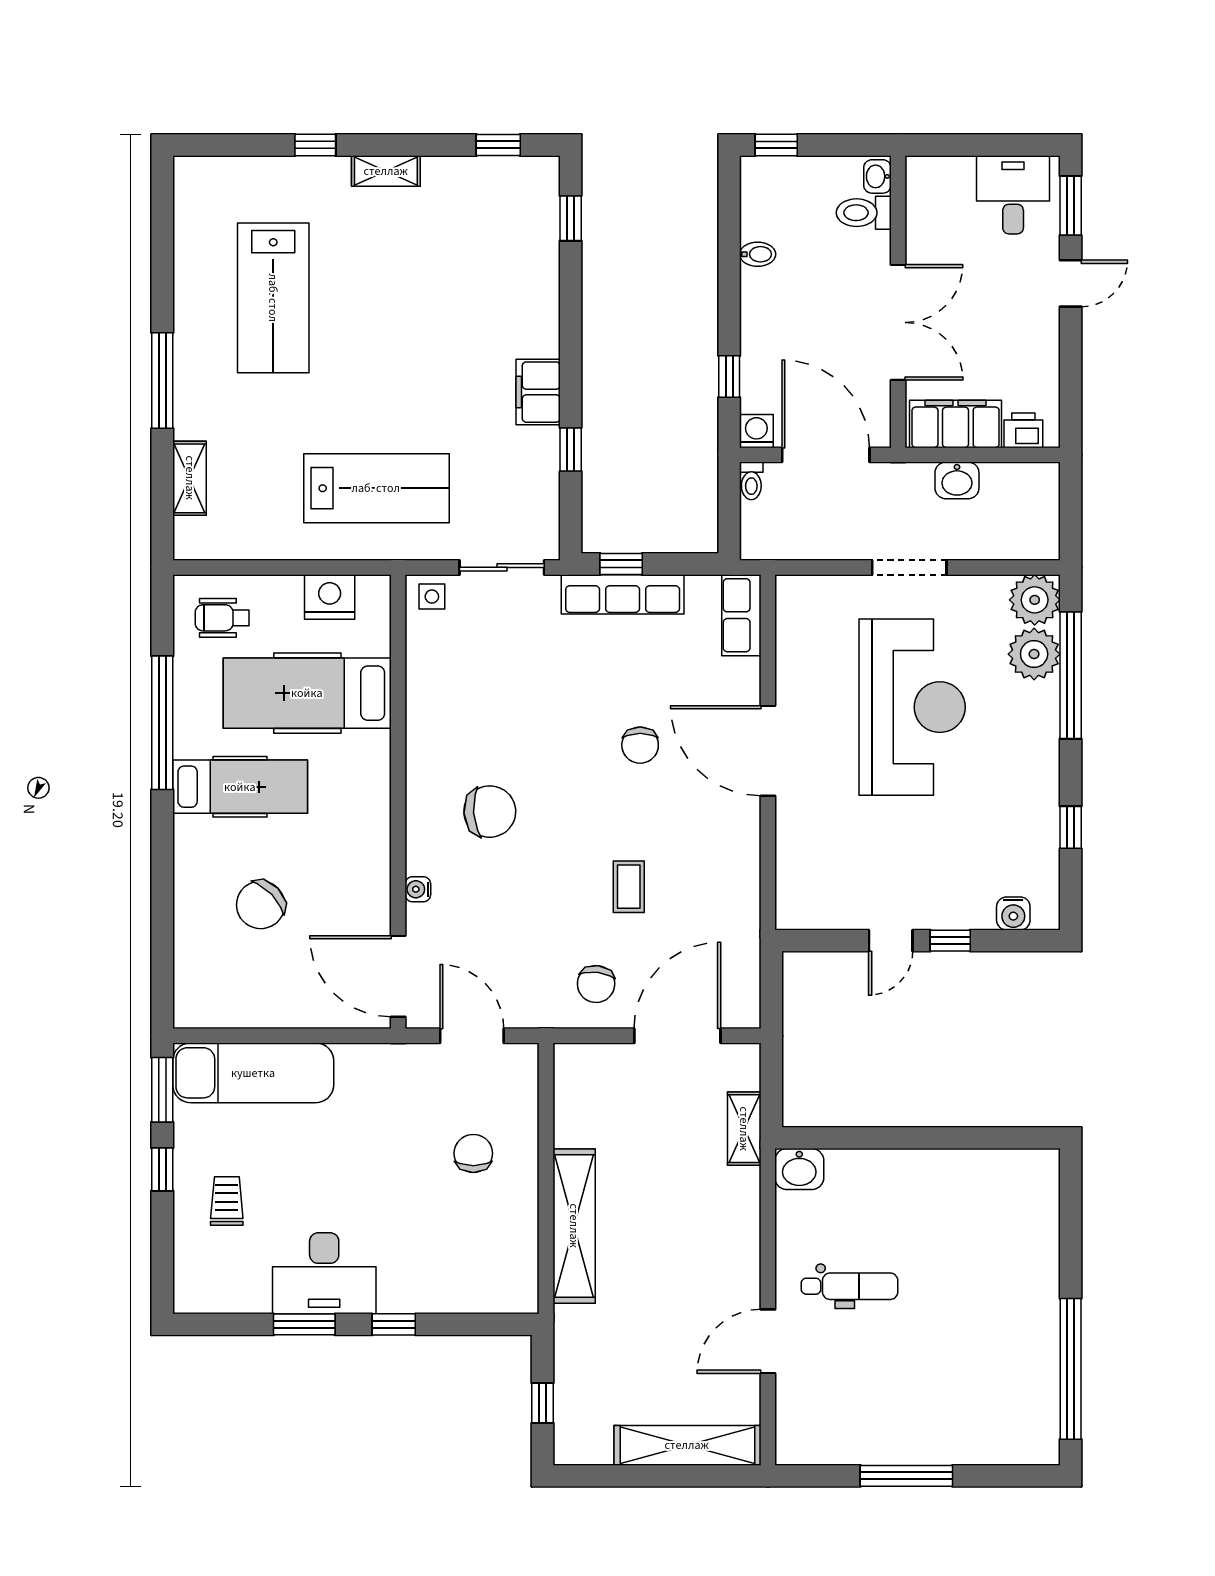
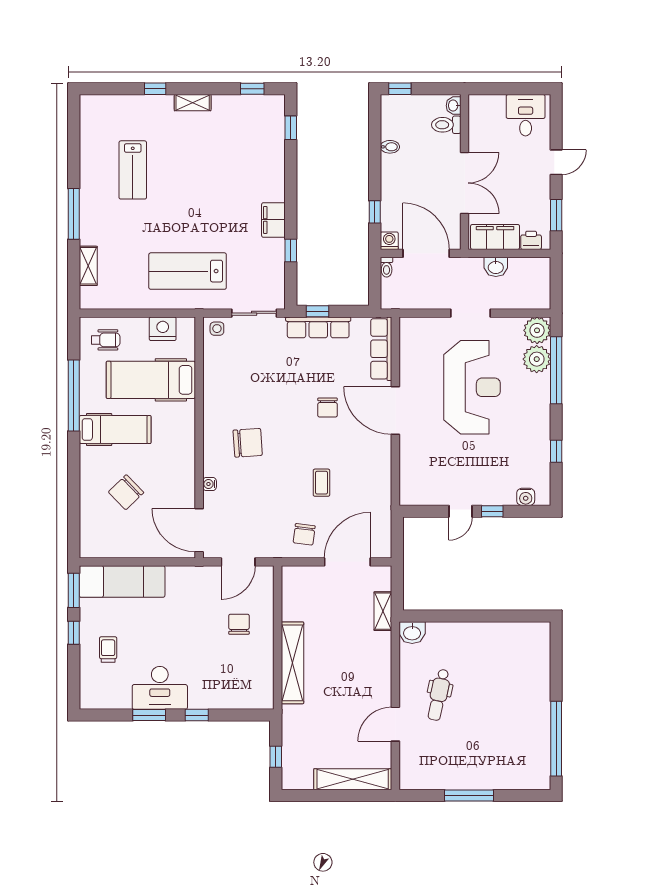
window: (1071, 206) -> (556, 215), moved
lab bench: (273, 298) -> (133, 170), width x0.73, depth x0.72
lab bench: (376, 488) -> (188, 271), turned 180
row of seats: (741, 615) -> (381, 349), width x1.48
wheelchair: (222, 618) -> (106, 340), turned 180
door: (472, 1036) -> (238, 562), swing flipped
dental chair: (850, 1286) -> (439, 695), turned 102

